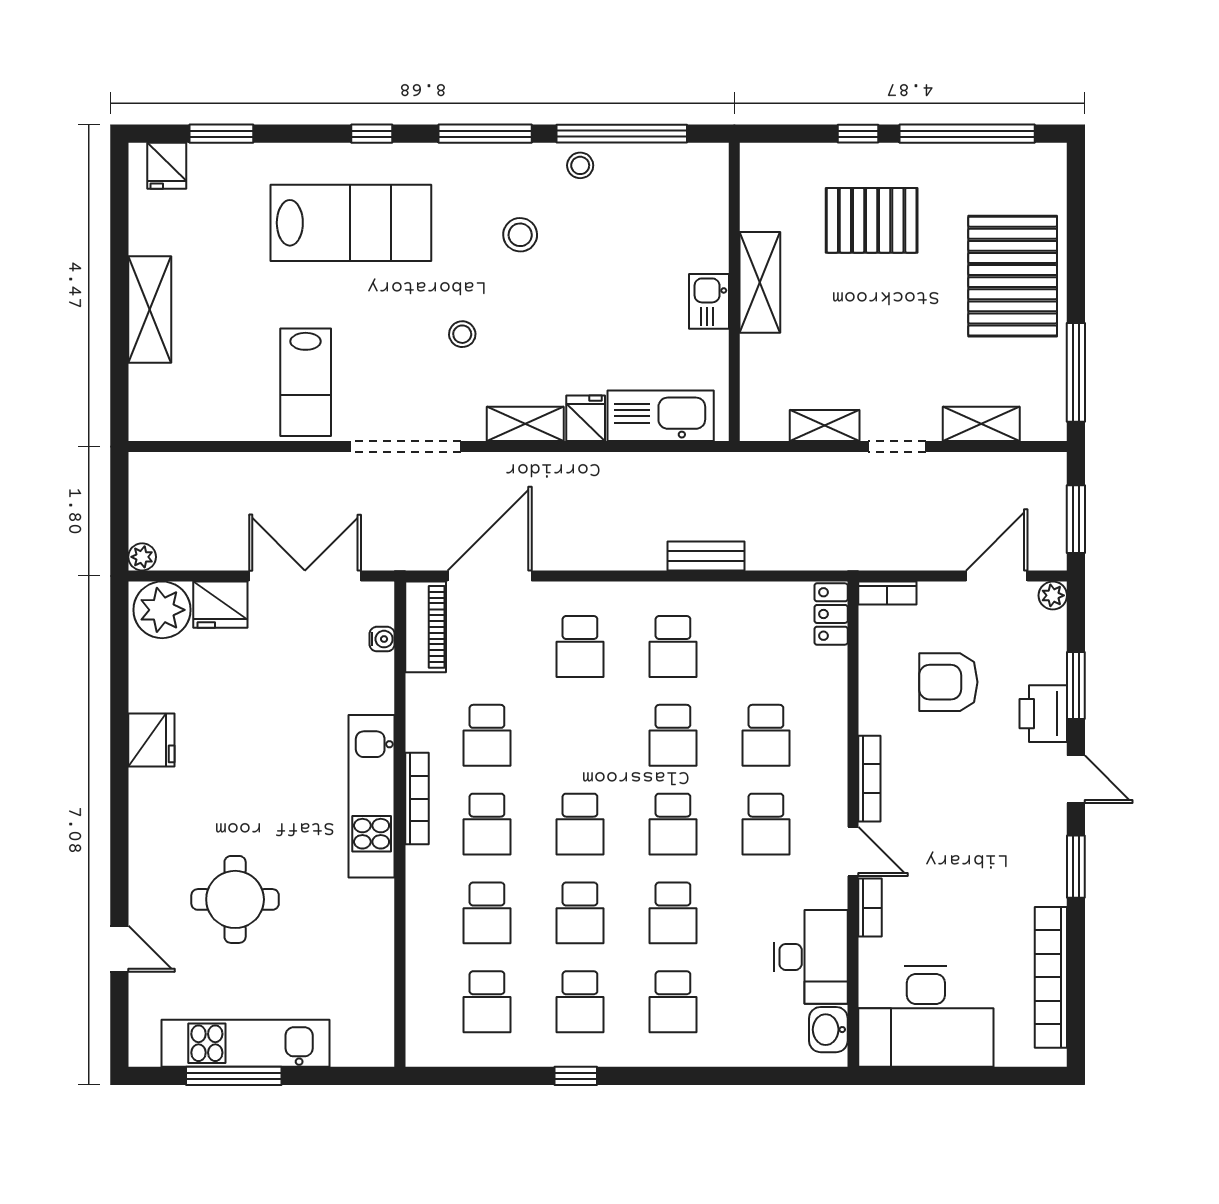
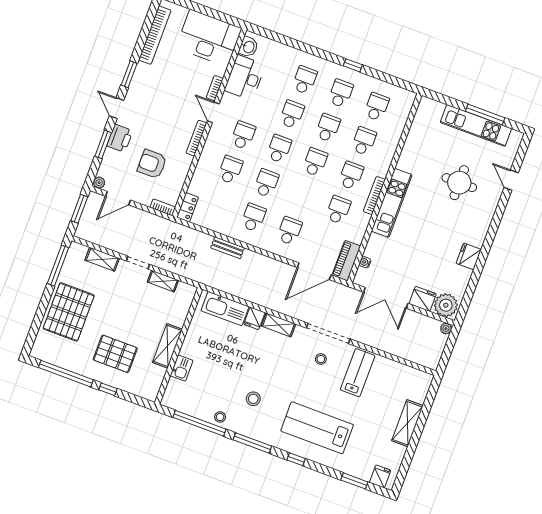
kitchen sink: (709, 301) -> (182, 368), moved
stool: (462, 334) -> (321, 359), moved
armchair: (948, 682) -> (152, 164), turned 180

